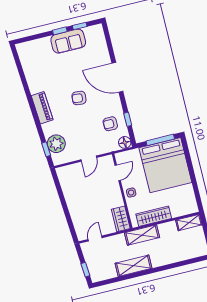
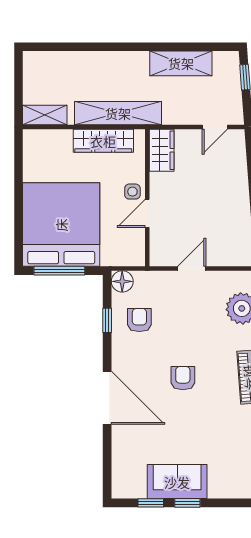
armchair: (79, 98) -> (183, 378), turned -95
armchair: (110, 124) -> (139, 320), turned -90
door: (118, 173) -> (147, 213), moved
shelving: (142, 235) -> (118, 113), width x1.47
shelving: (133, 266) -> (181, 63), moved

